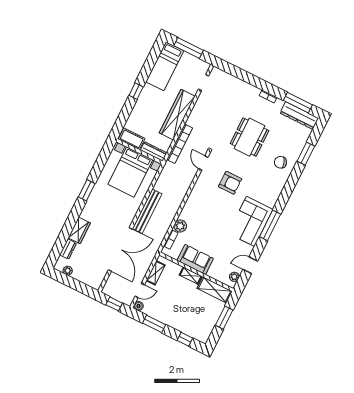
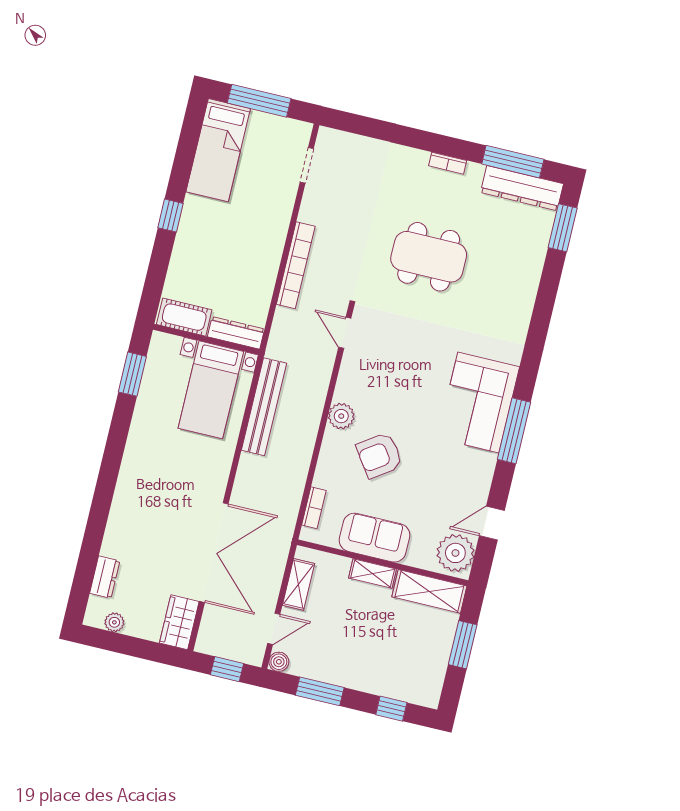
wardrobe: (177, 115) -> (267, 245), removed
dining table: (250, 137) -> (429, 257), turned 90
bookcase: (180, 144) -> (296, 265), moved
window: (306, 154) -> (563, 228), moved
chair: (280, 162) -> (505, 294), removed
bed with nightstands: (130, 172) -> (211, 390), width x0.73
armchair: (230, 183) -> (379, 455), moved, turned 145
window: (87, 190) -> (132, 374), moved
bench: (147, 211) -> (264, 407), moved
corner sofa: (251, 221) -> (478, 403), moved
plant: (180, 226) -> (341, 416), moved
wardrobe: (79, 230) -> (179, 622), moved, turned 180
plant: (234, 277) -> (455, 553), width x1.87, depth x1.87

